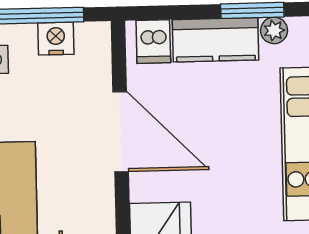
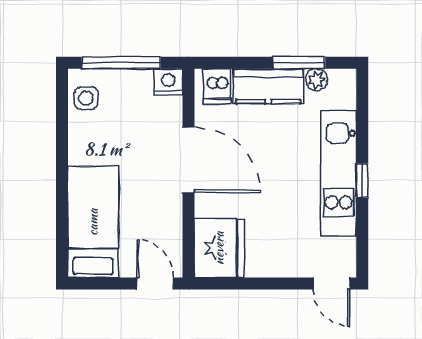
nightstand: (56, 39) -> (168, 82), moved

